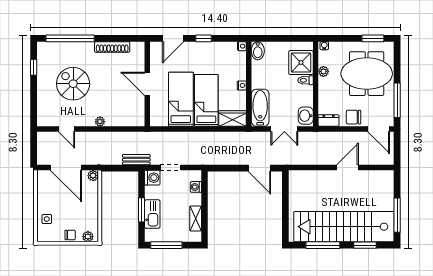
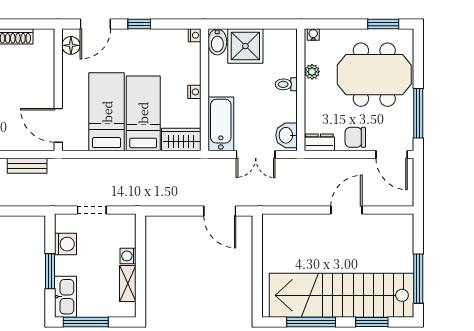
floor lamp: (156, 53) -> (71, 45), added
shower: (301, 63) -> (245, 46), moved
door: (147, 84) -> (58, 125), moved
bench: (136, 160) -> (27, 166), moved
washing machine: (152, 178) -> (65, 244), moved
washing machine: (196, 187) -> (128, 256), moved
kitchen sink: (152, 214) -> (65, 297), moved

